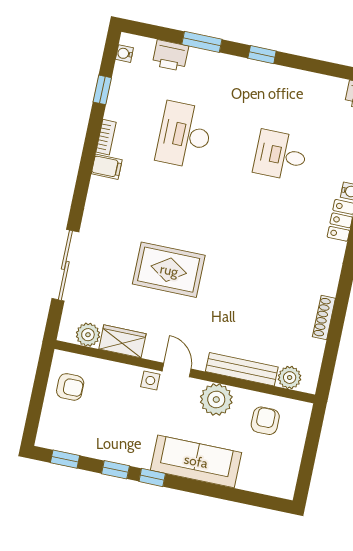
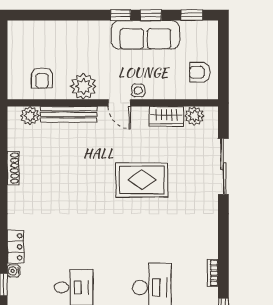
filing cabinet: (107, 167) -> (207, 250), removed
sofa: (196, 461) -> (145, 35), moved

